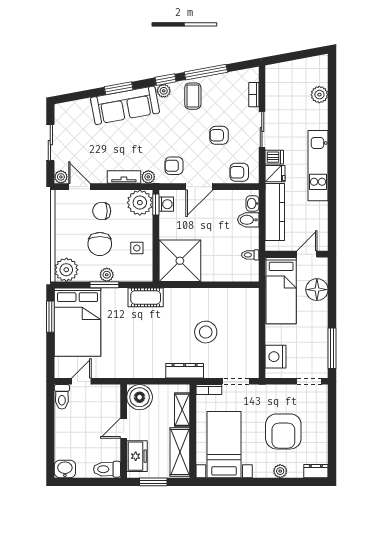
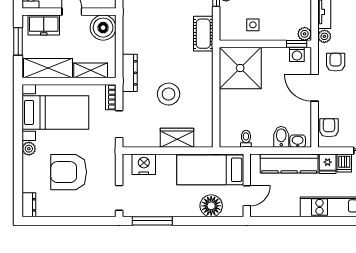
plant: (140, 203) -> (305, 34), width x0.53, depth x0.53
door: (307, 254) -> (247, 196), hinge flipped
wardrobe: (249, 324) -> (177, 138), added
plant: (280, 471) -> (29, 149), moved

